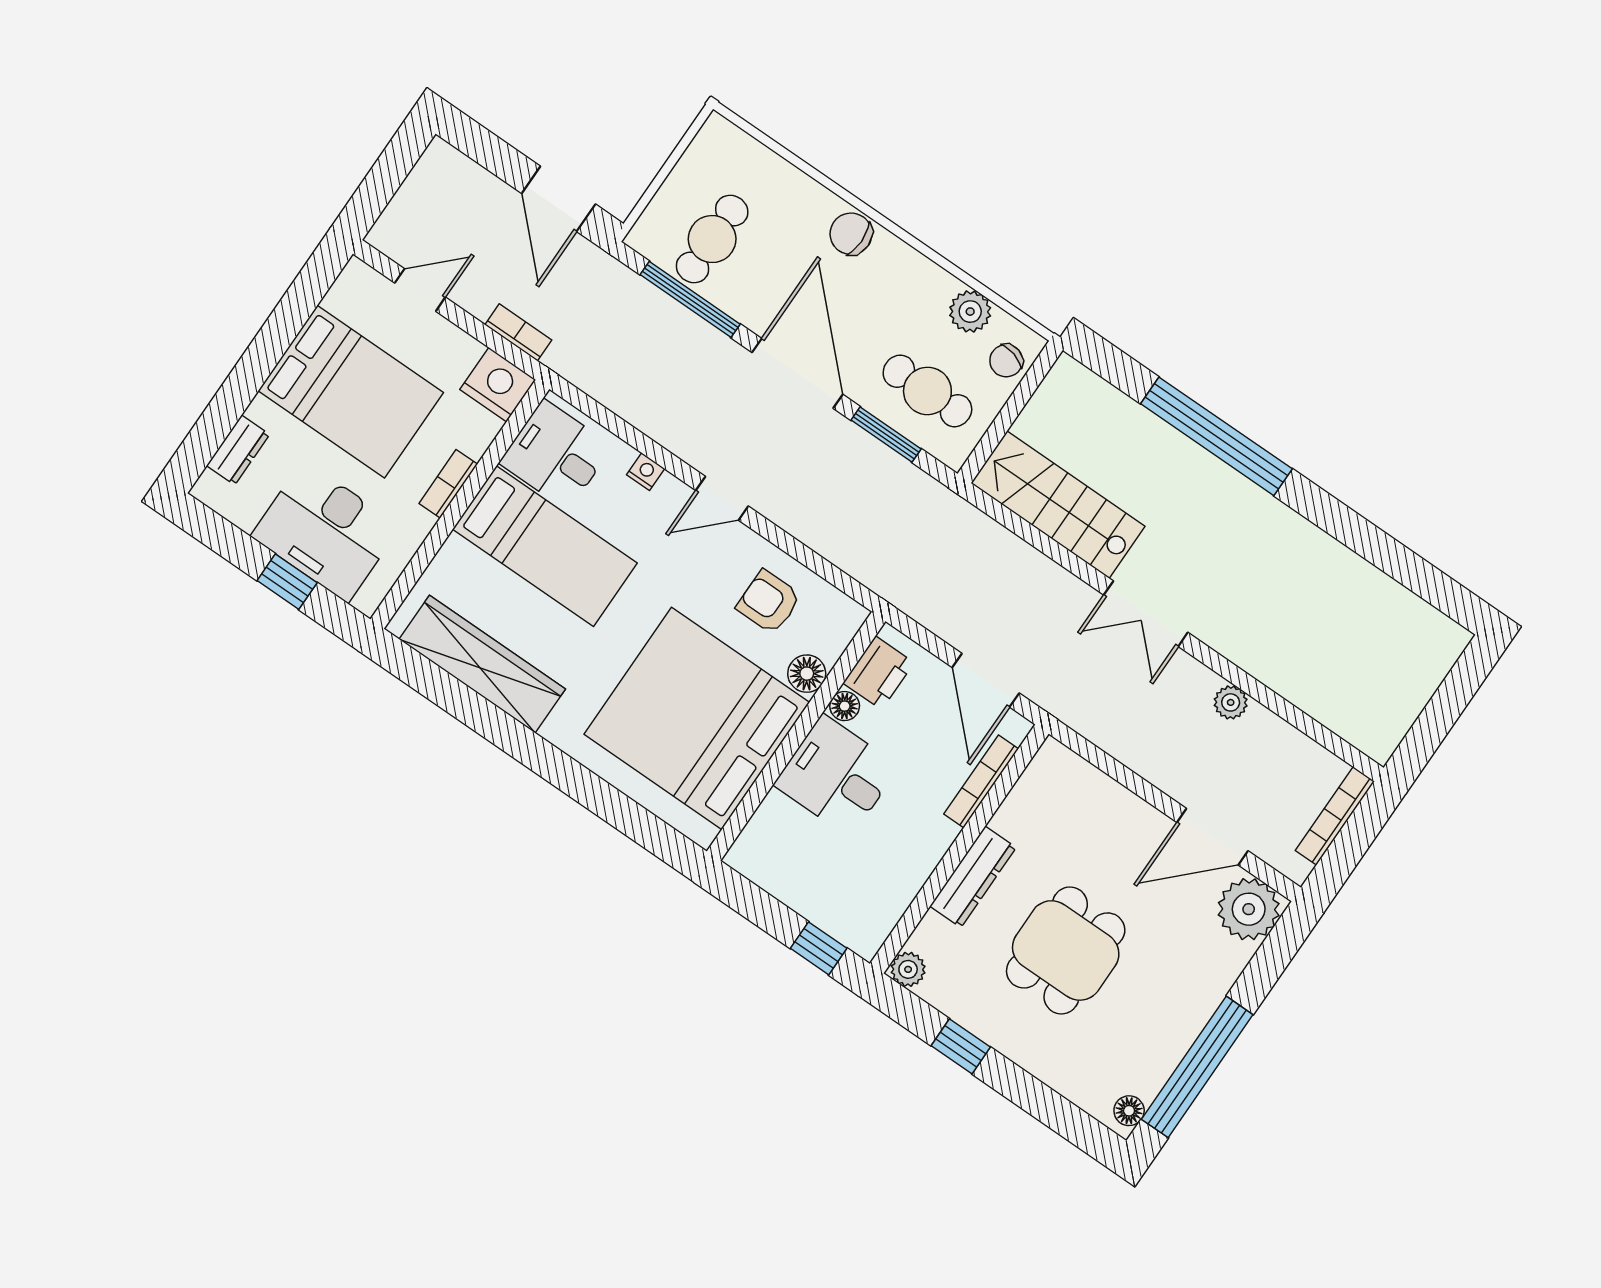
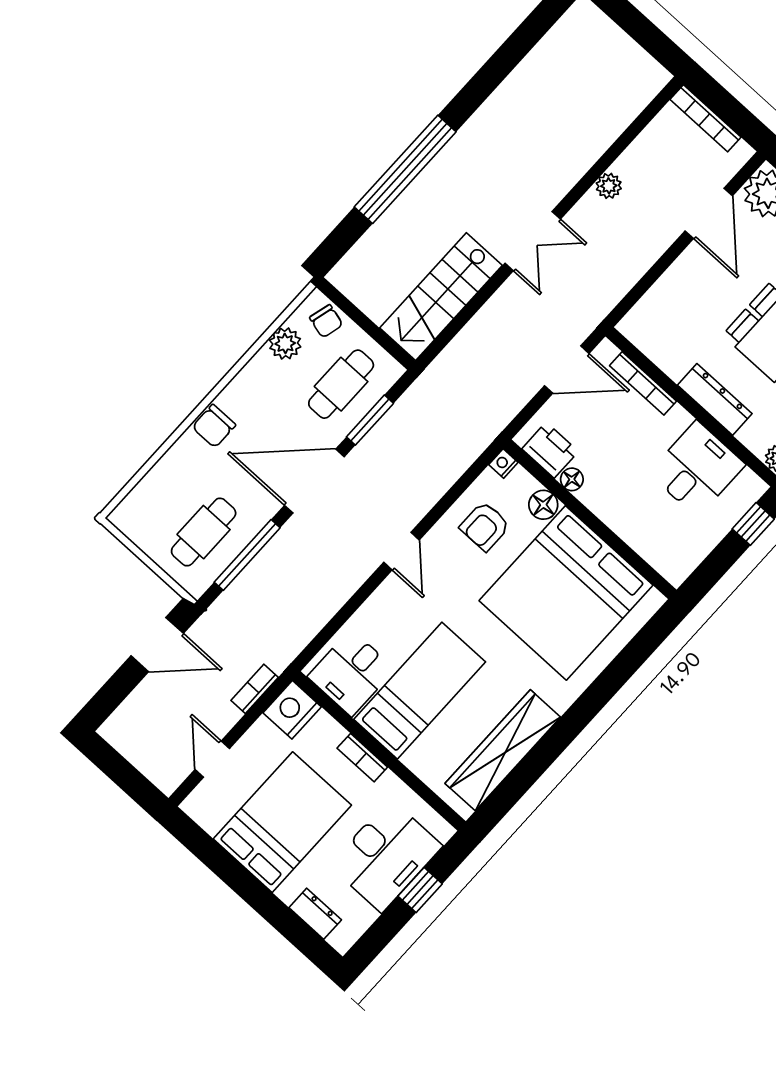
cafe table: (712, 239) -> (204, 532), turned 90
nightstand: (646, 472) -> (503, 464), moved
desk: (837, 776) -> (697, 469), moved, turned 180

